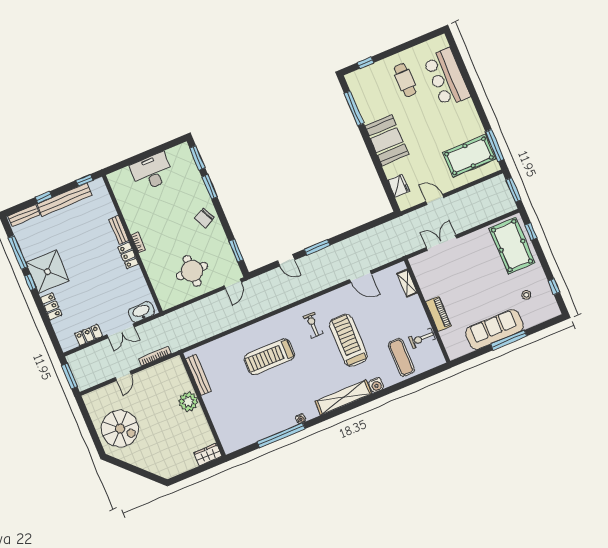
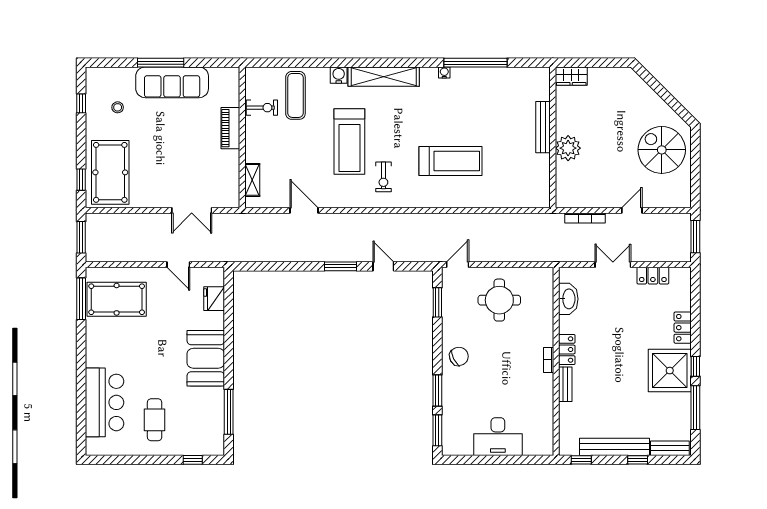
washbasin: (141, 312) -> (568, 299), moved, turned -90
bench: (198, 375) -> (543, 127), moved

